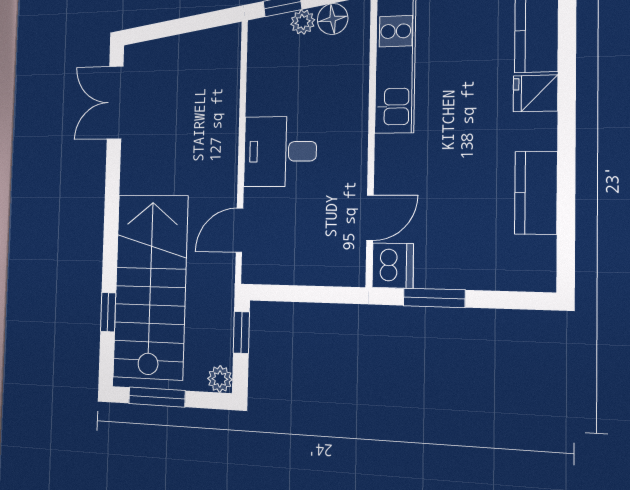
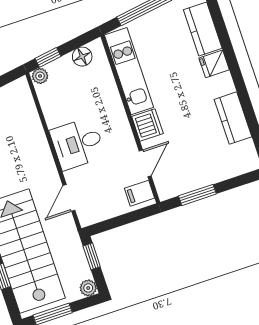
plant: (303, 22) -> (40, 76), moved
filing cabinet: (345, 262) -> (140, 193), added
dishwasher: (393, 266) -> (147, 125), moved

